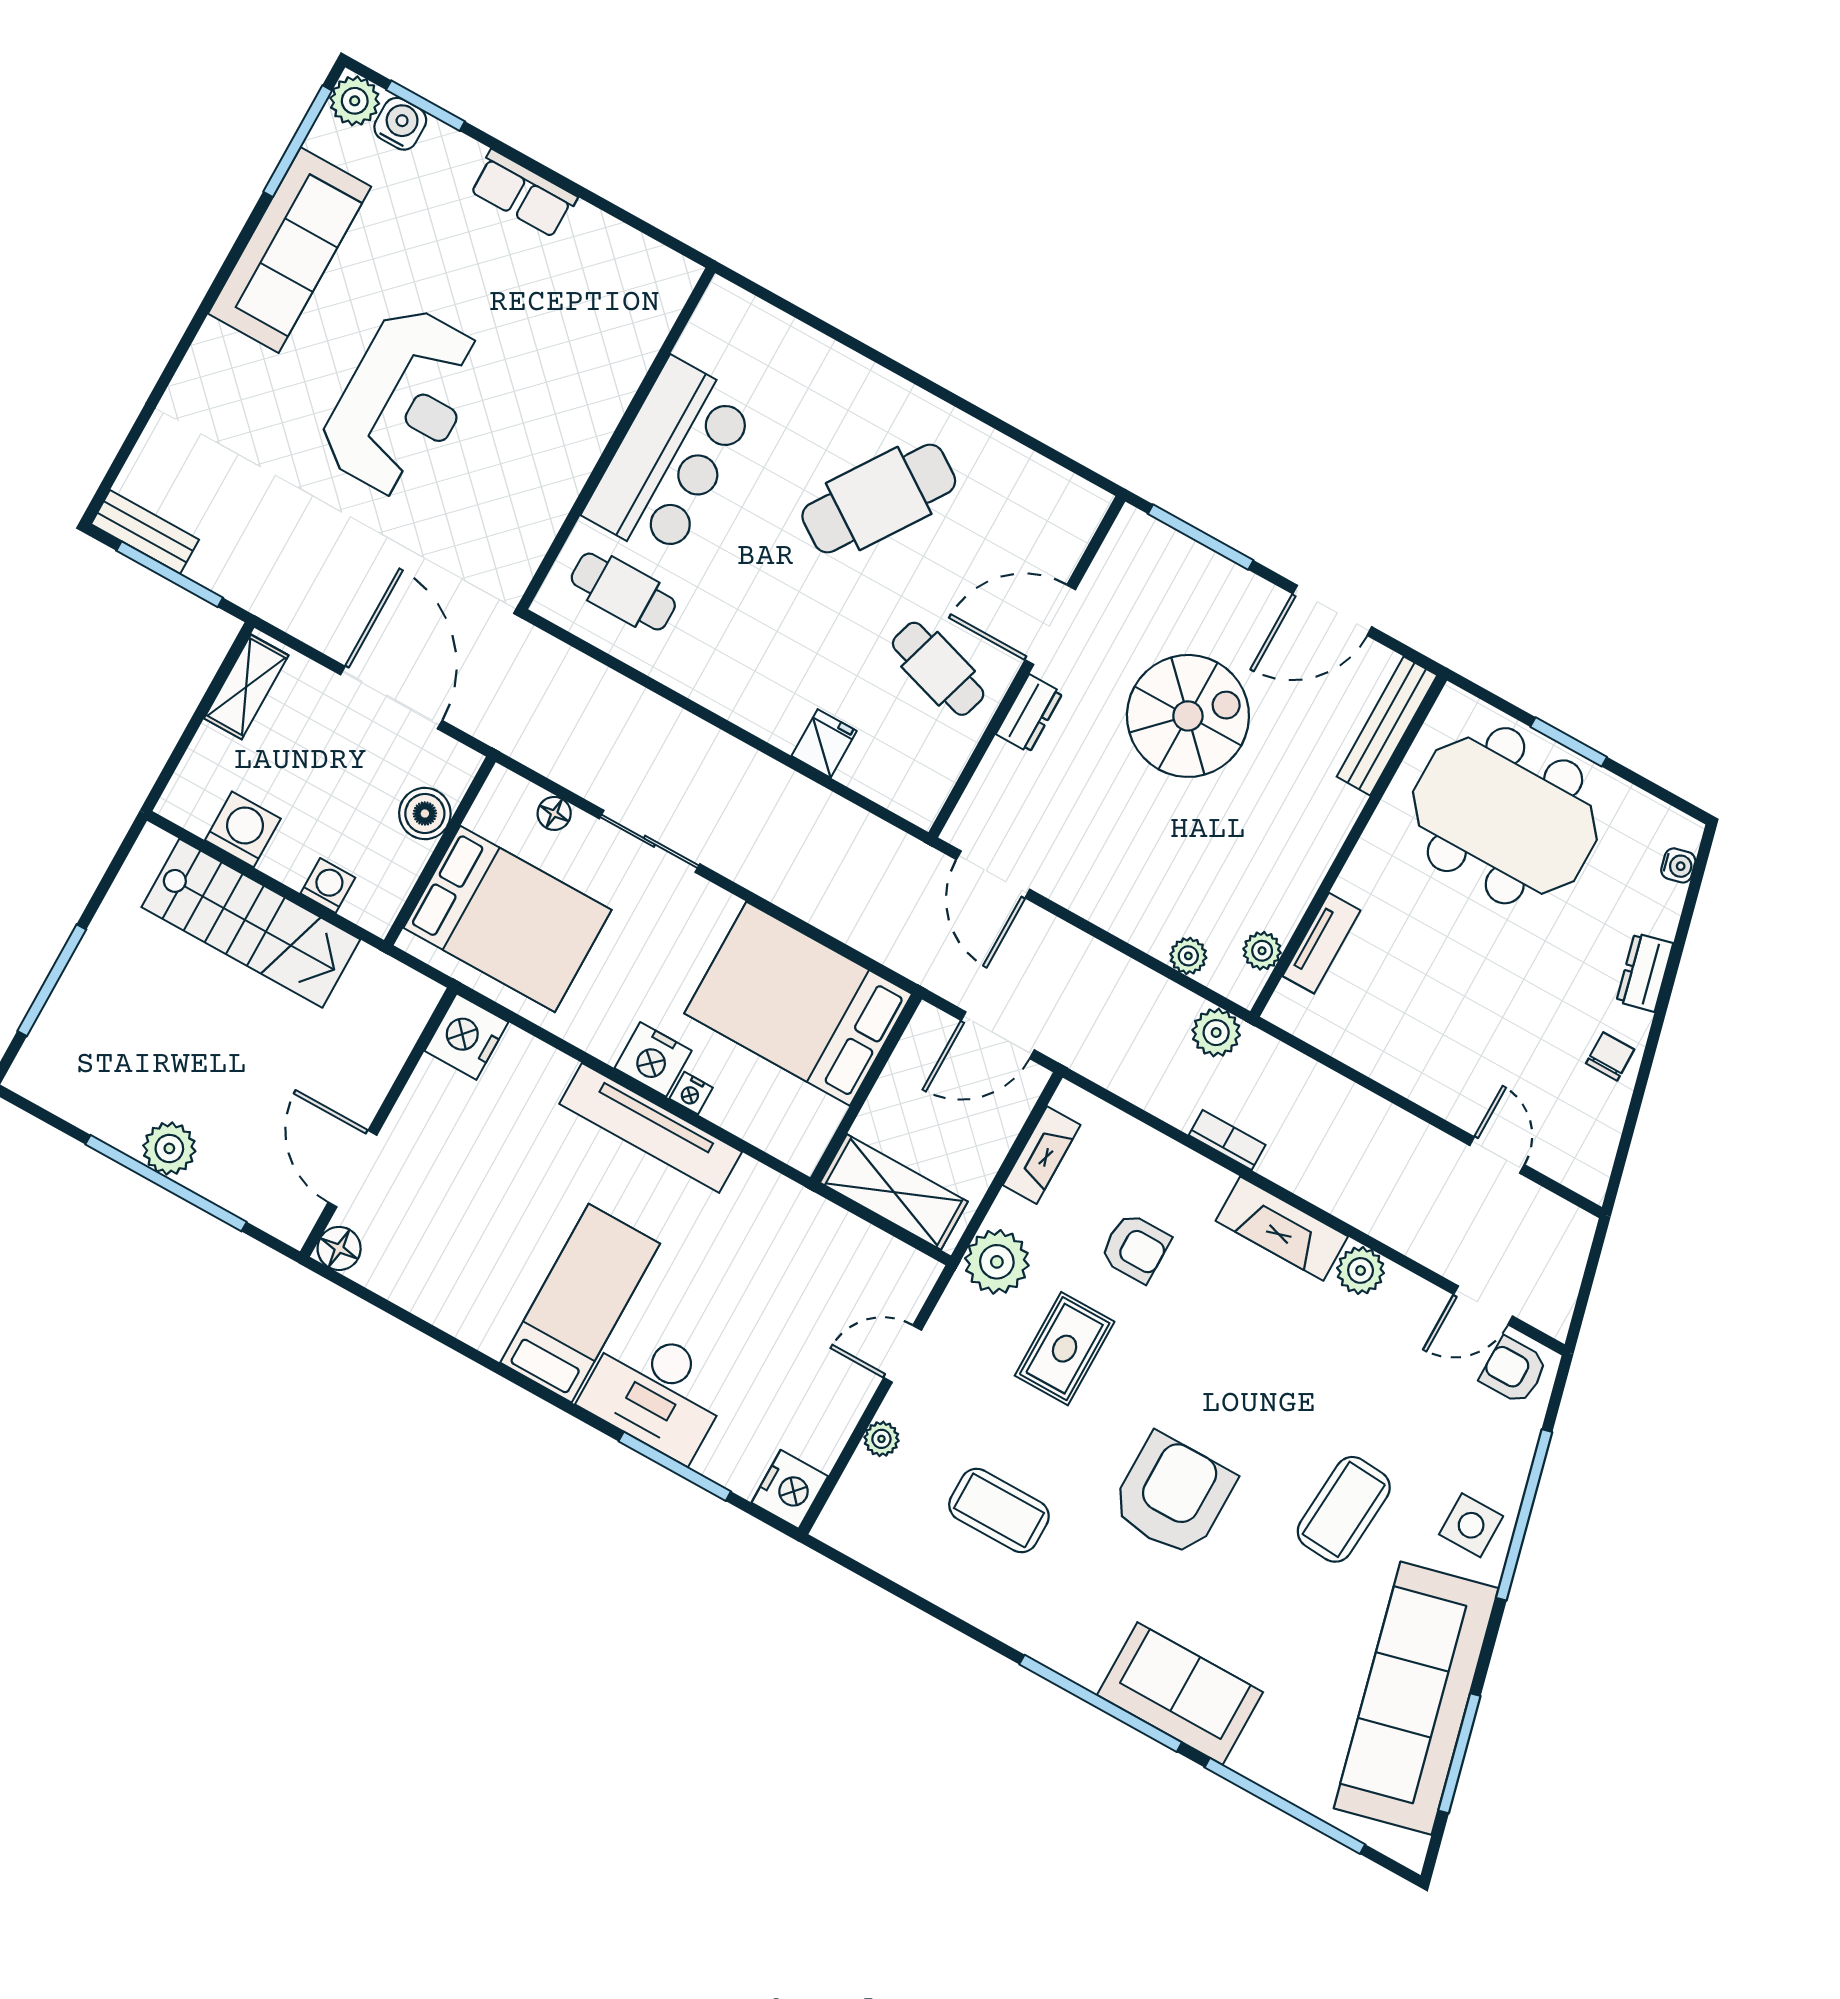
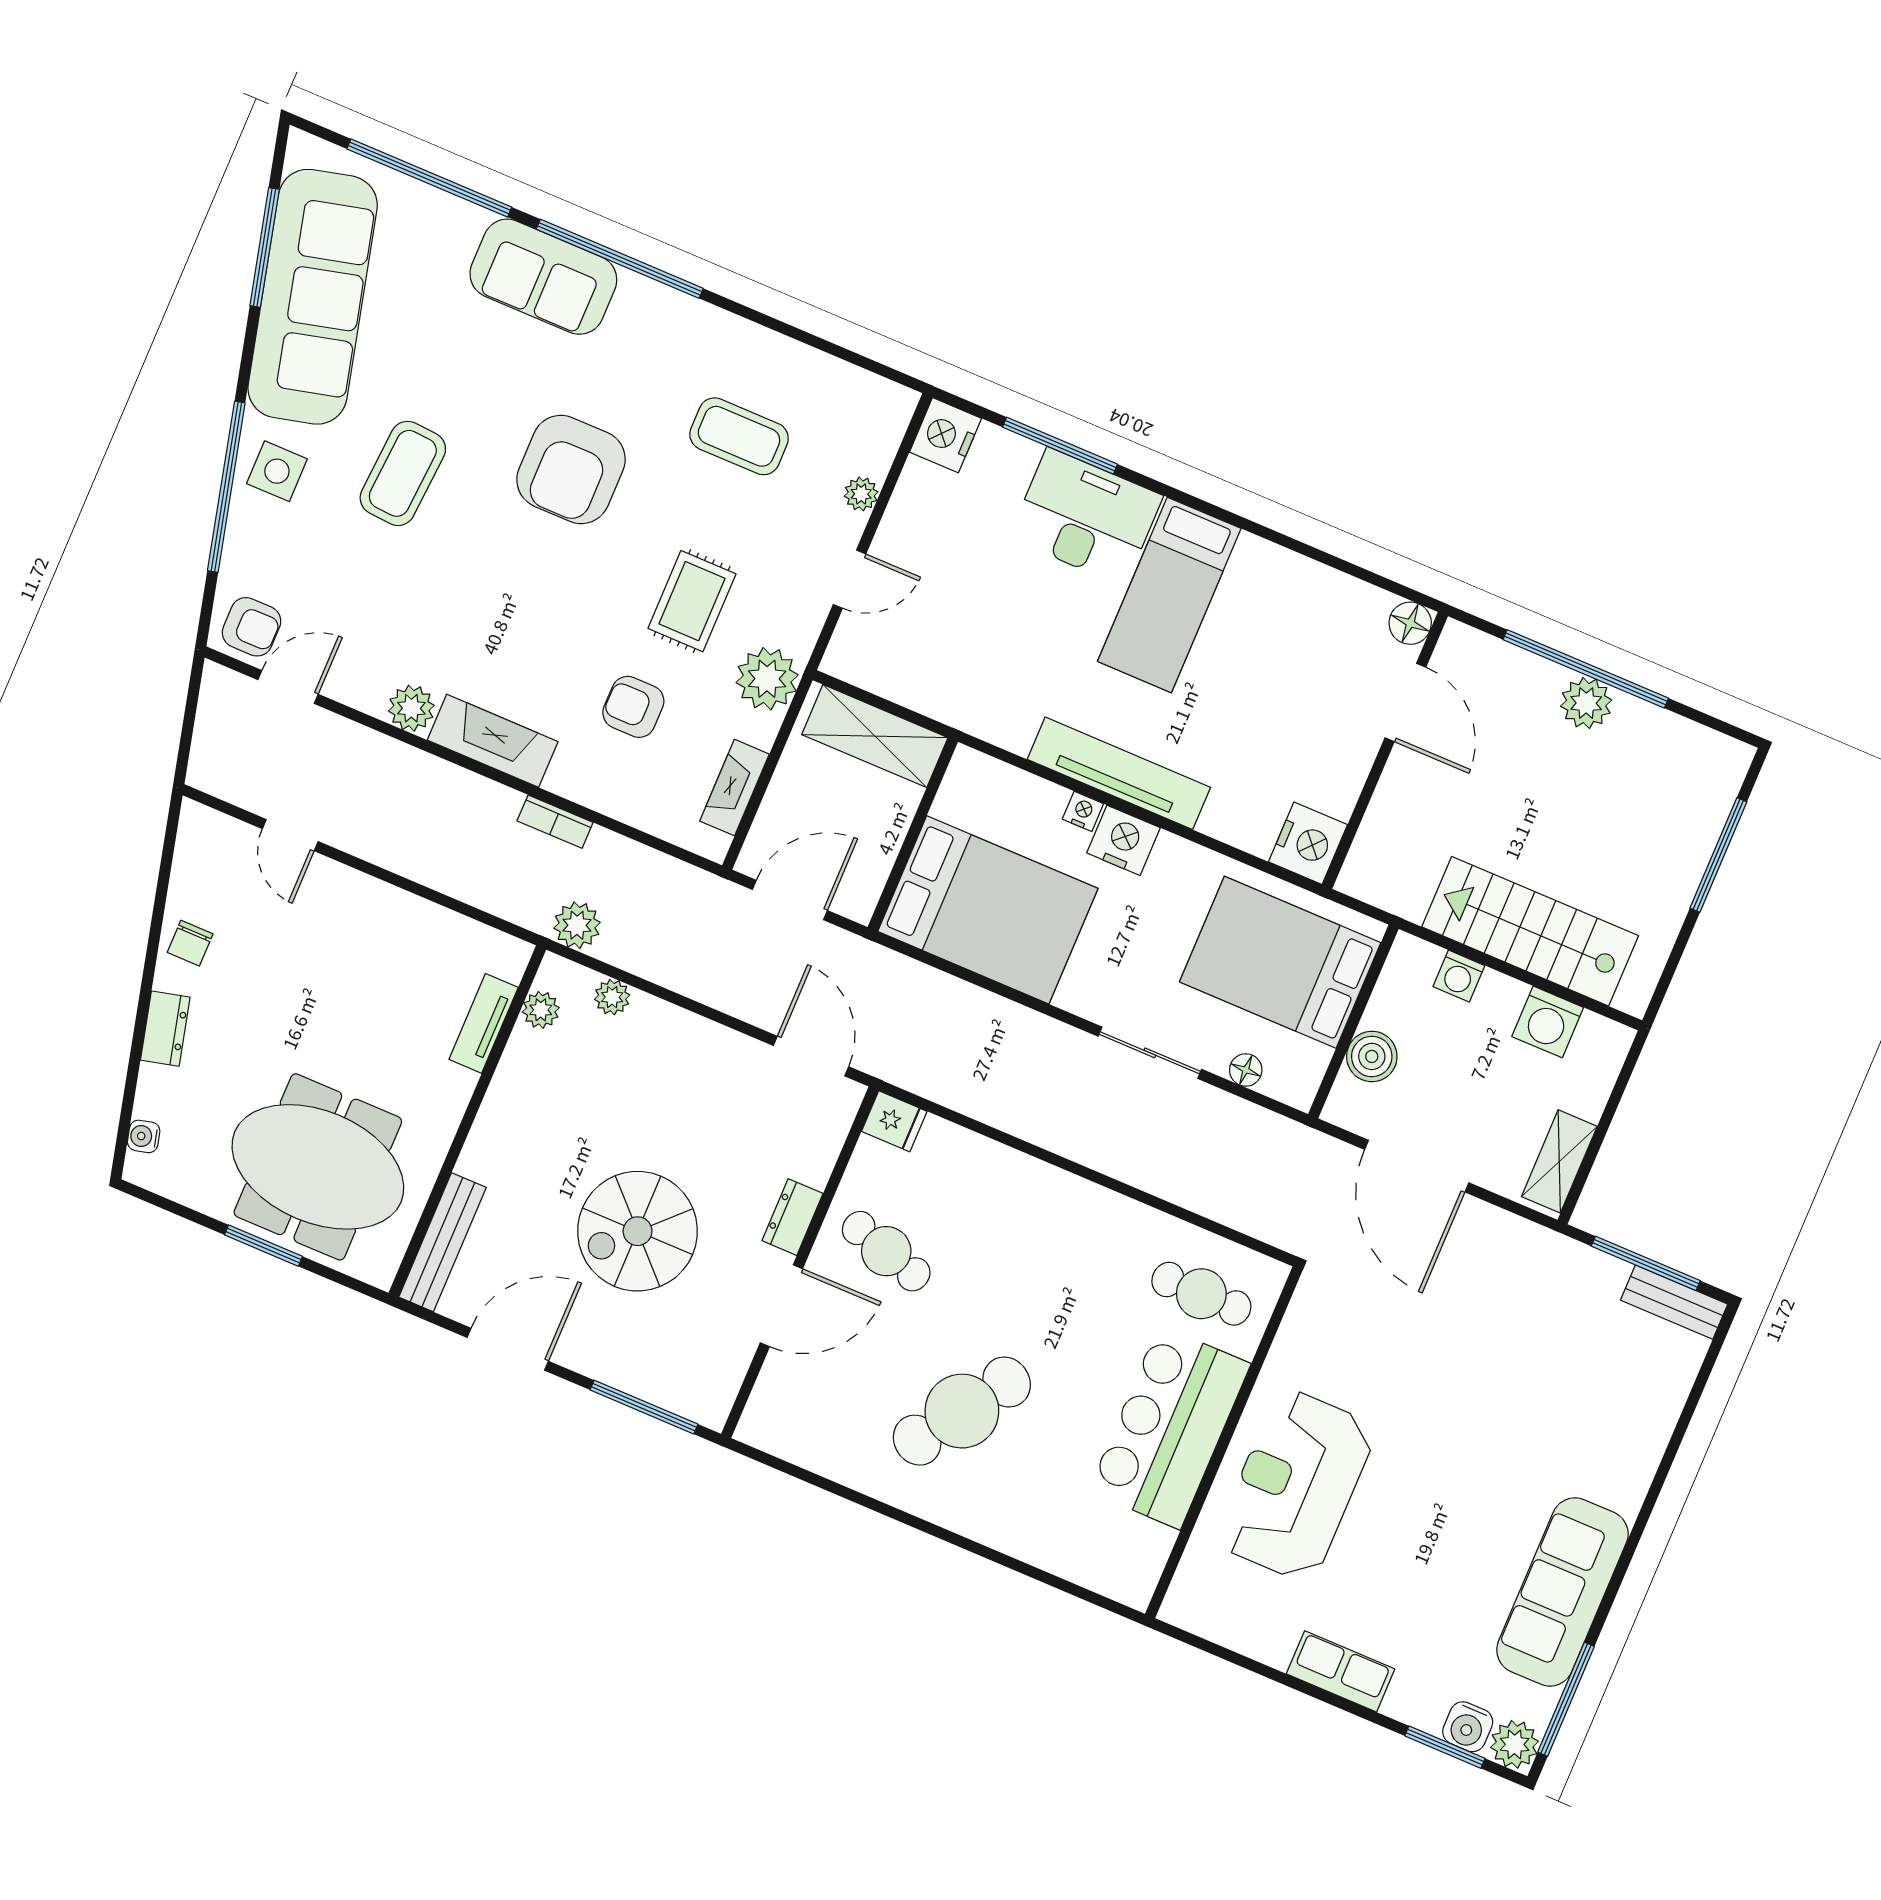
reception desk: (403, 402) -> (1296, 1485), moved
fridge: (824, 743) -> (894, 1121), moved, turned -90

